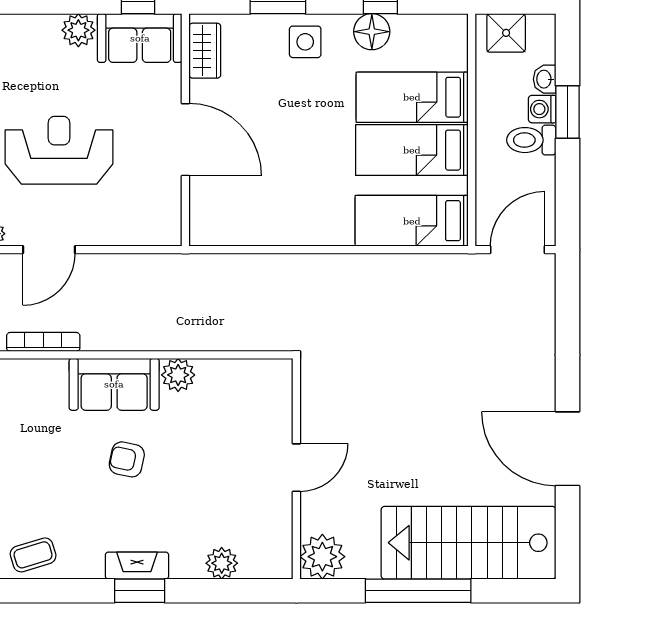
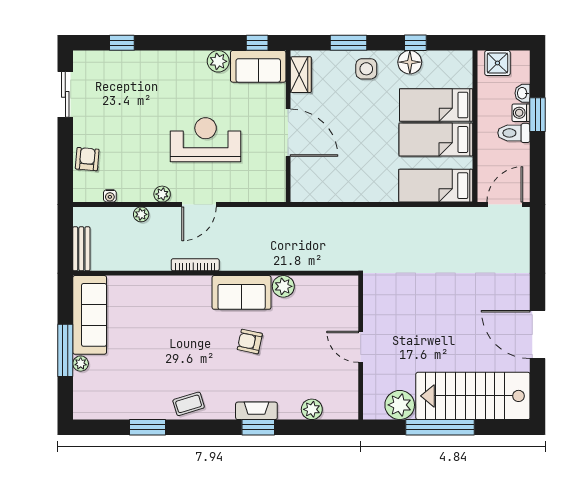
door: (296, 468) -> (361, 347), swing flipped
plant: (322, 557) -> (400, 405), moved

